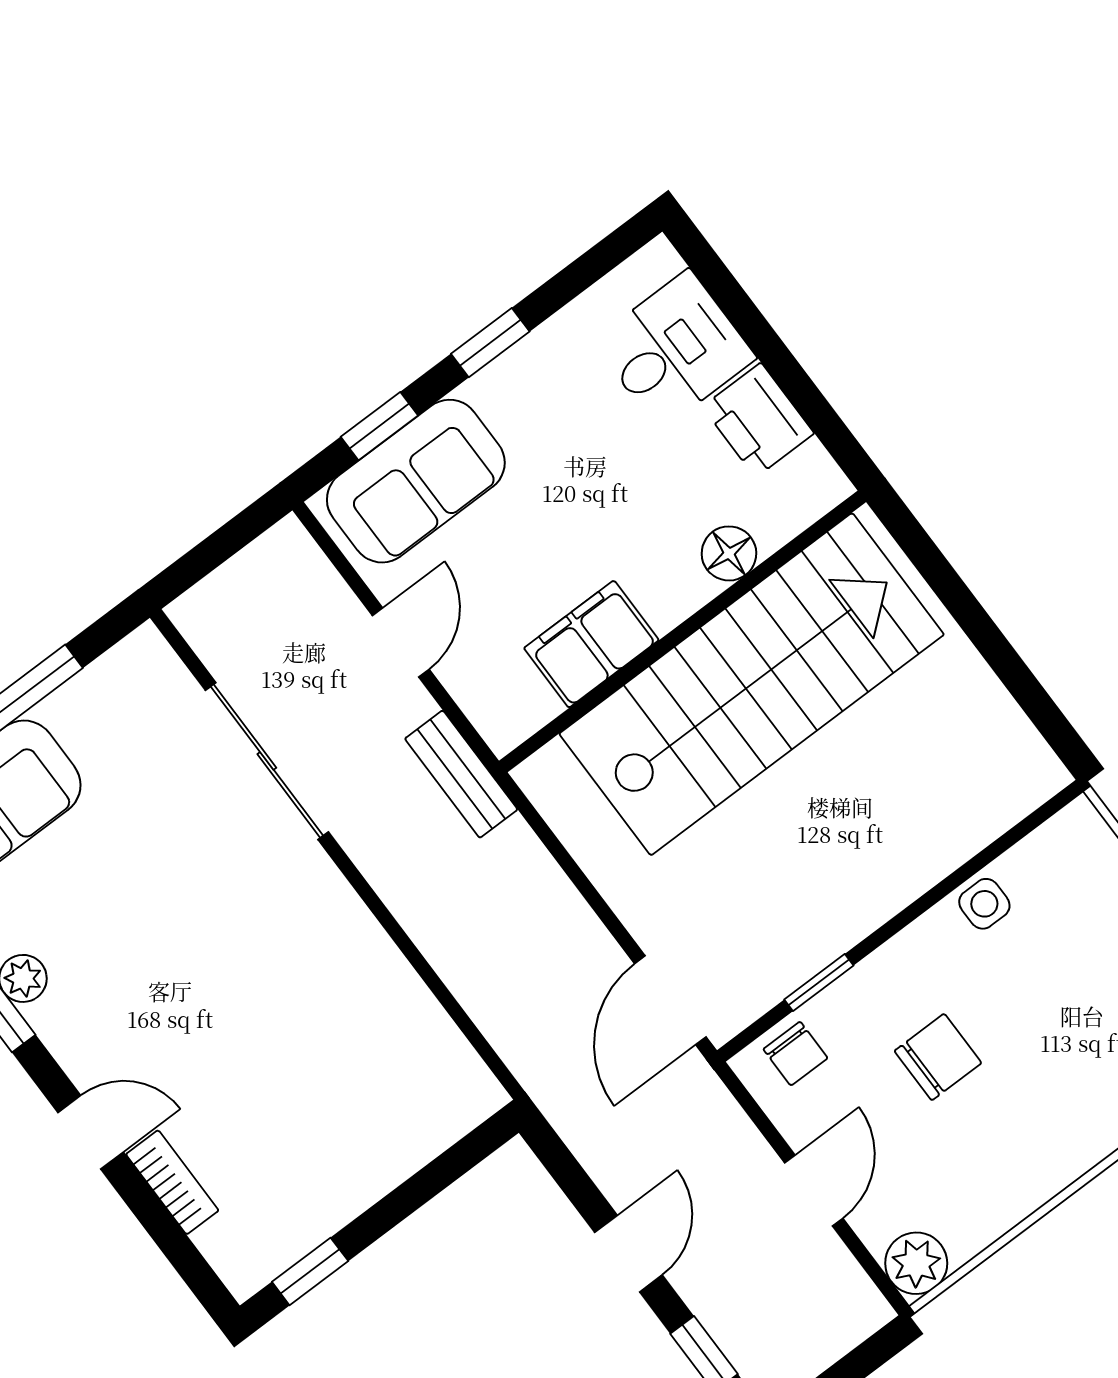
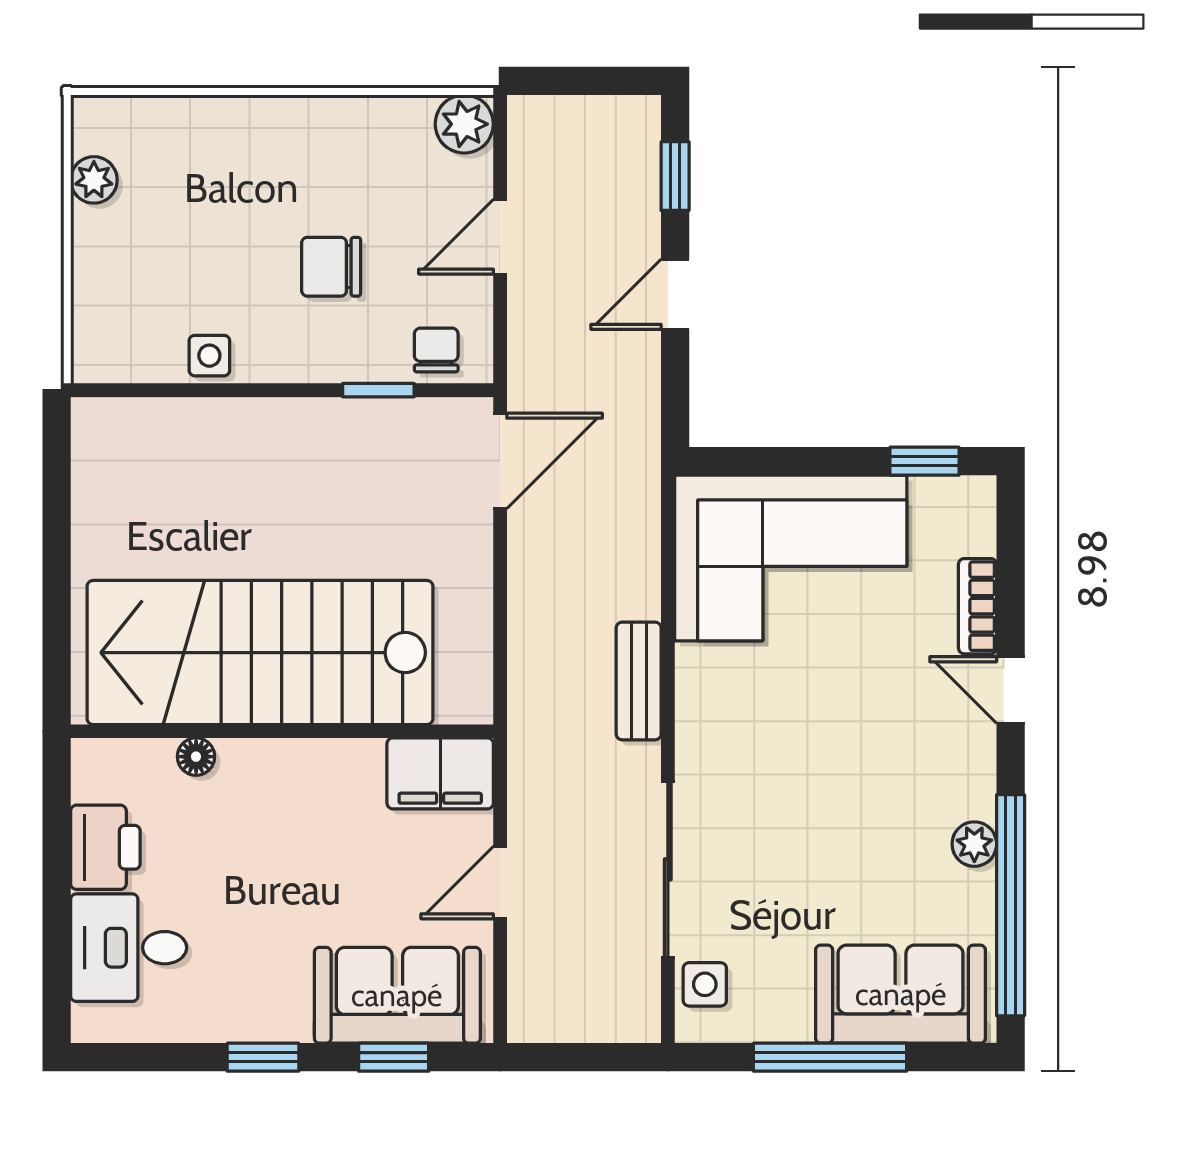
floor lamp: (729, 553) -> (196, 757), width x0.73, depth x0.73
filing cabinet: (591, 644) -> (440, 773), moved
side table: (162, 687) -> (705, 984), added
bench: (461, 774) -> (639, 681), moved
corner sofa: (362, 1104) -> (791, 558), added

